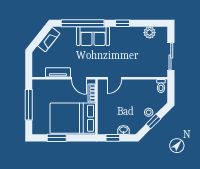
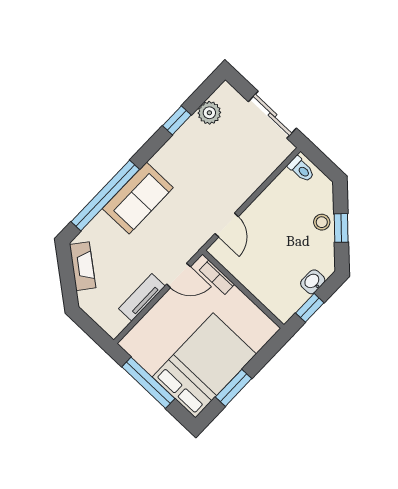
window: (122, 23) -> (177, 120), moved
bed: (73, 118) -> (204, 365), moved, turned 180

